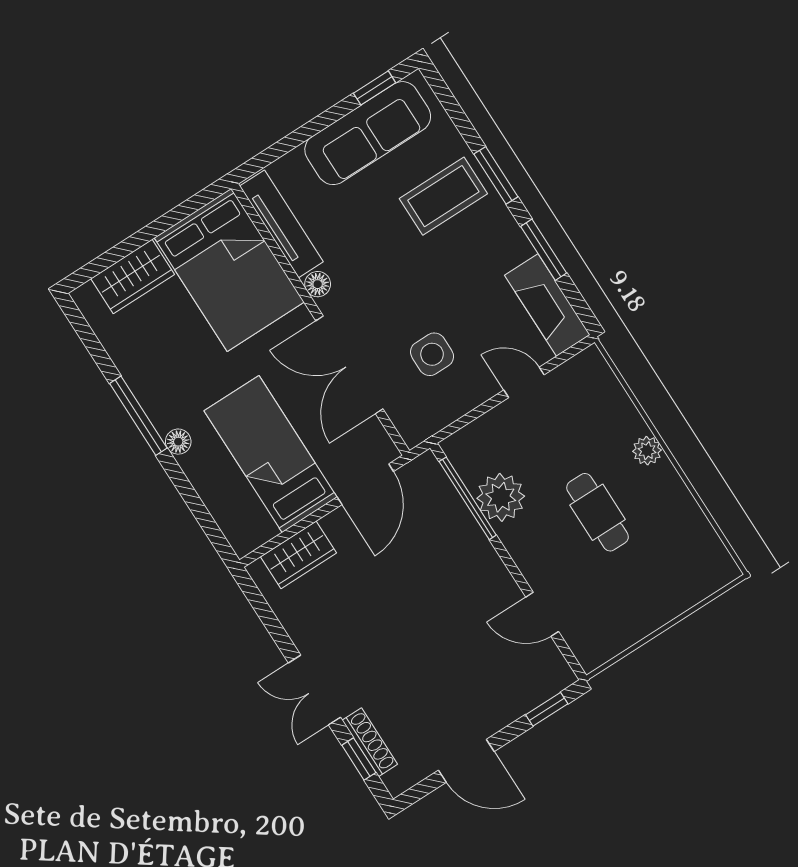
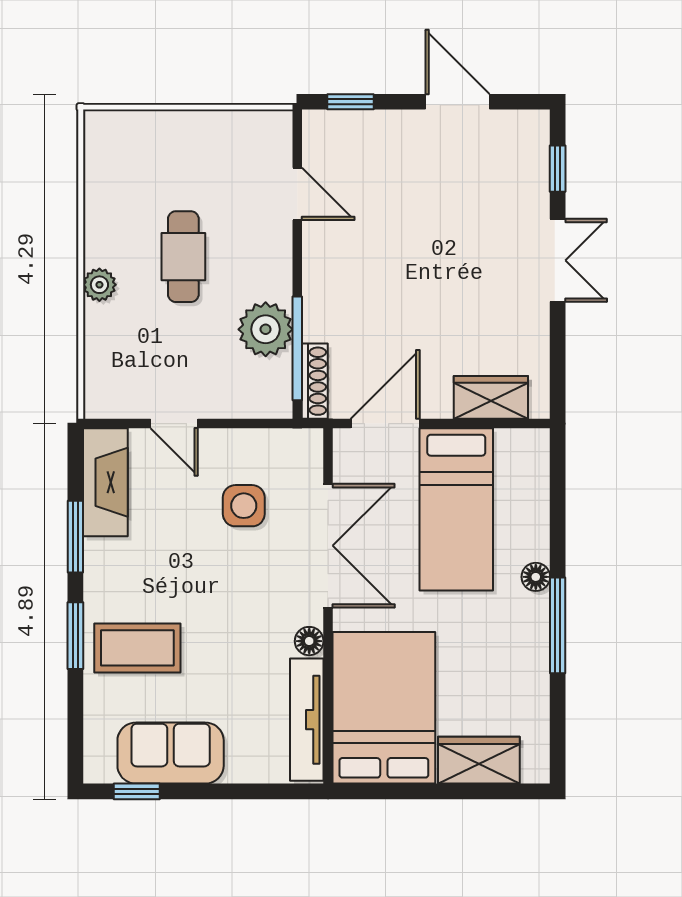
sofa: (368, 133) -> (171, 753), width x0.73
shoe rack: (370, 742) -> (315, 381), moved, turned 180

